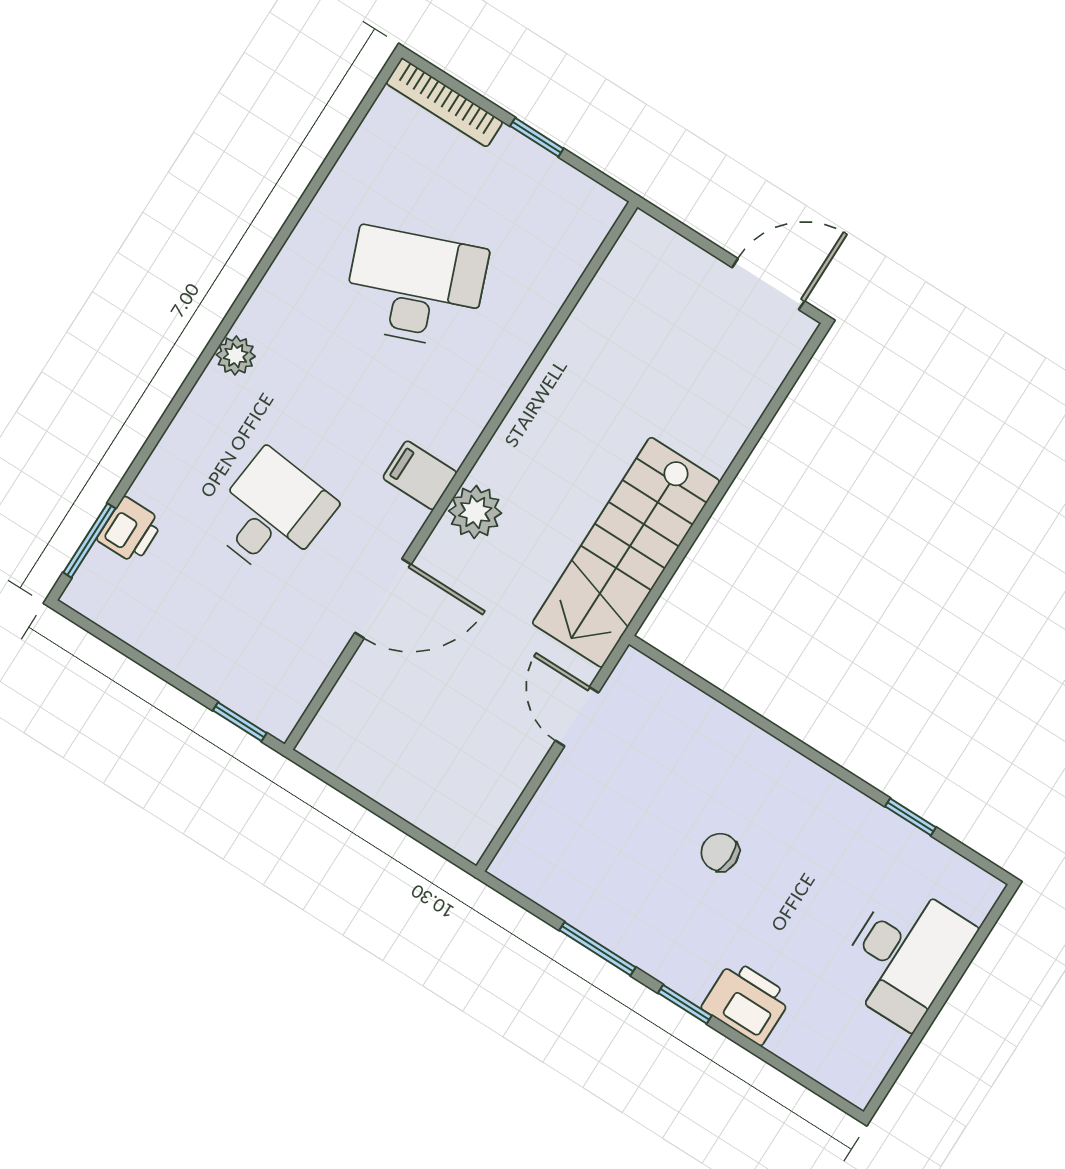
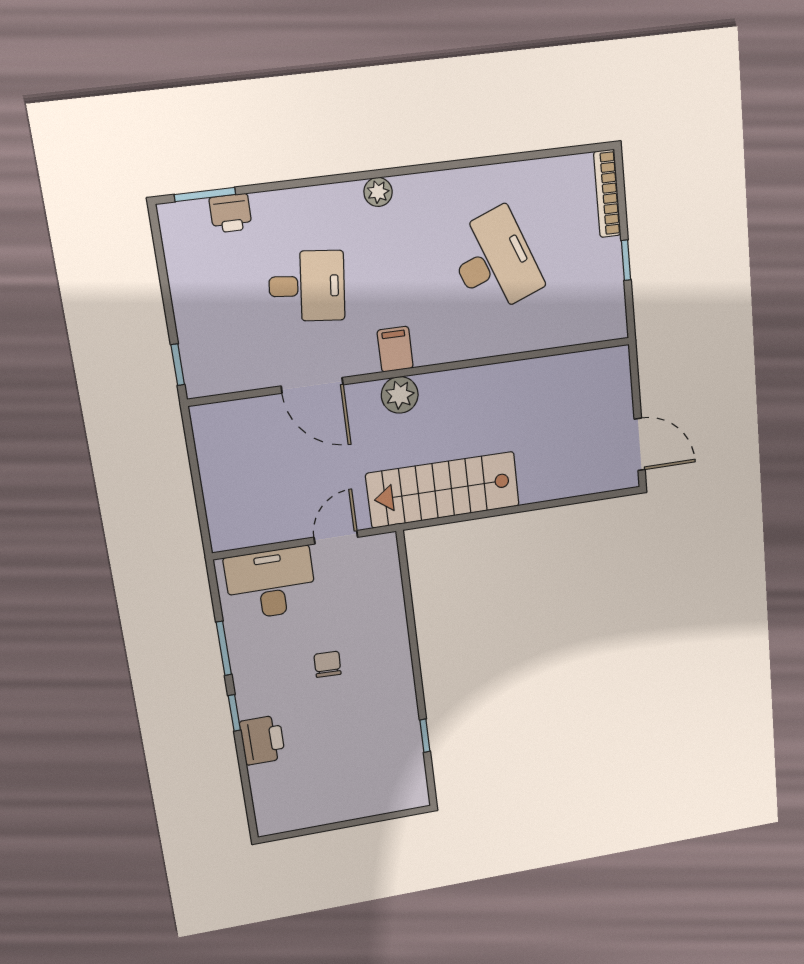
desk: (905, 955) -> (271, 583), moved, turned 180

